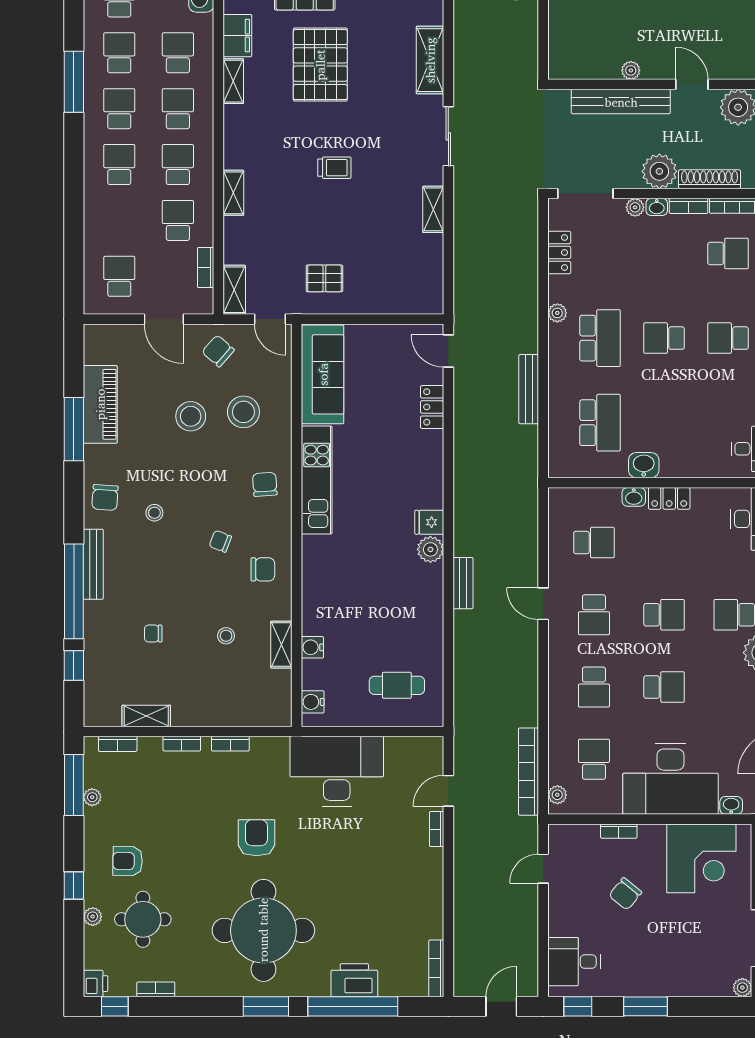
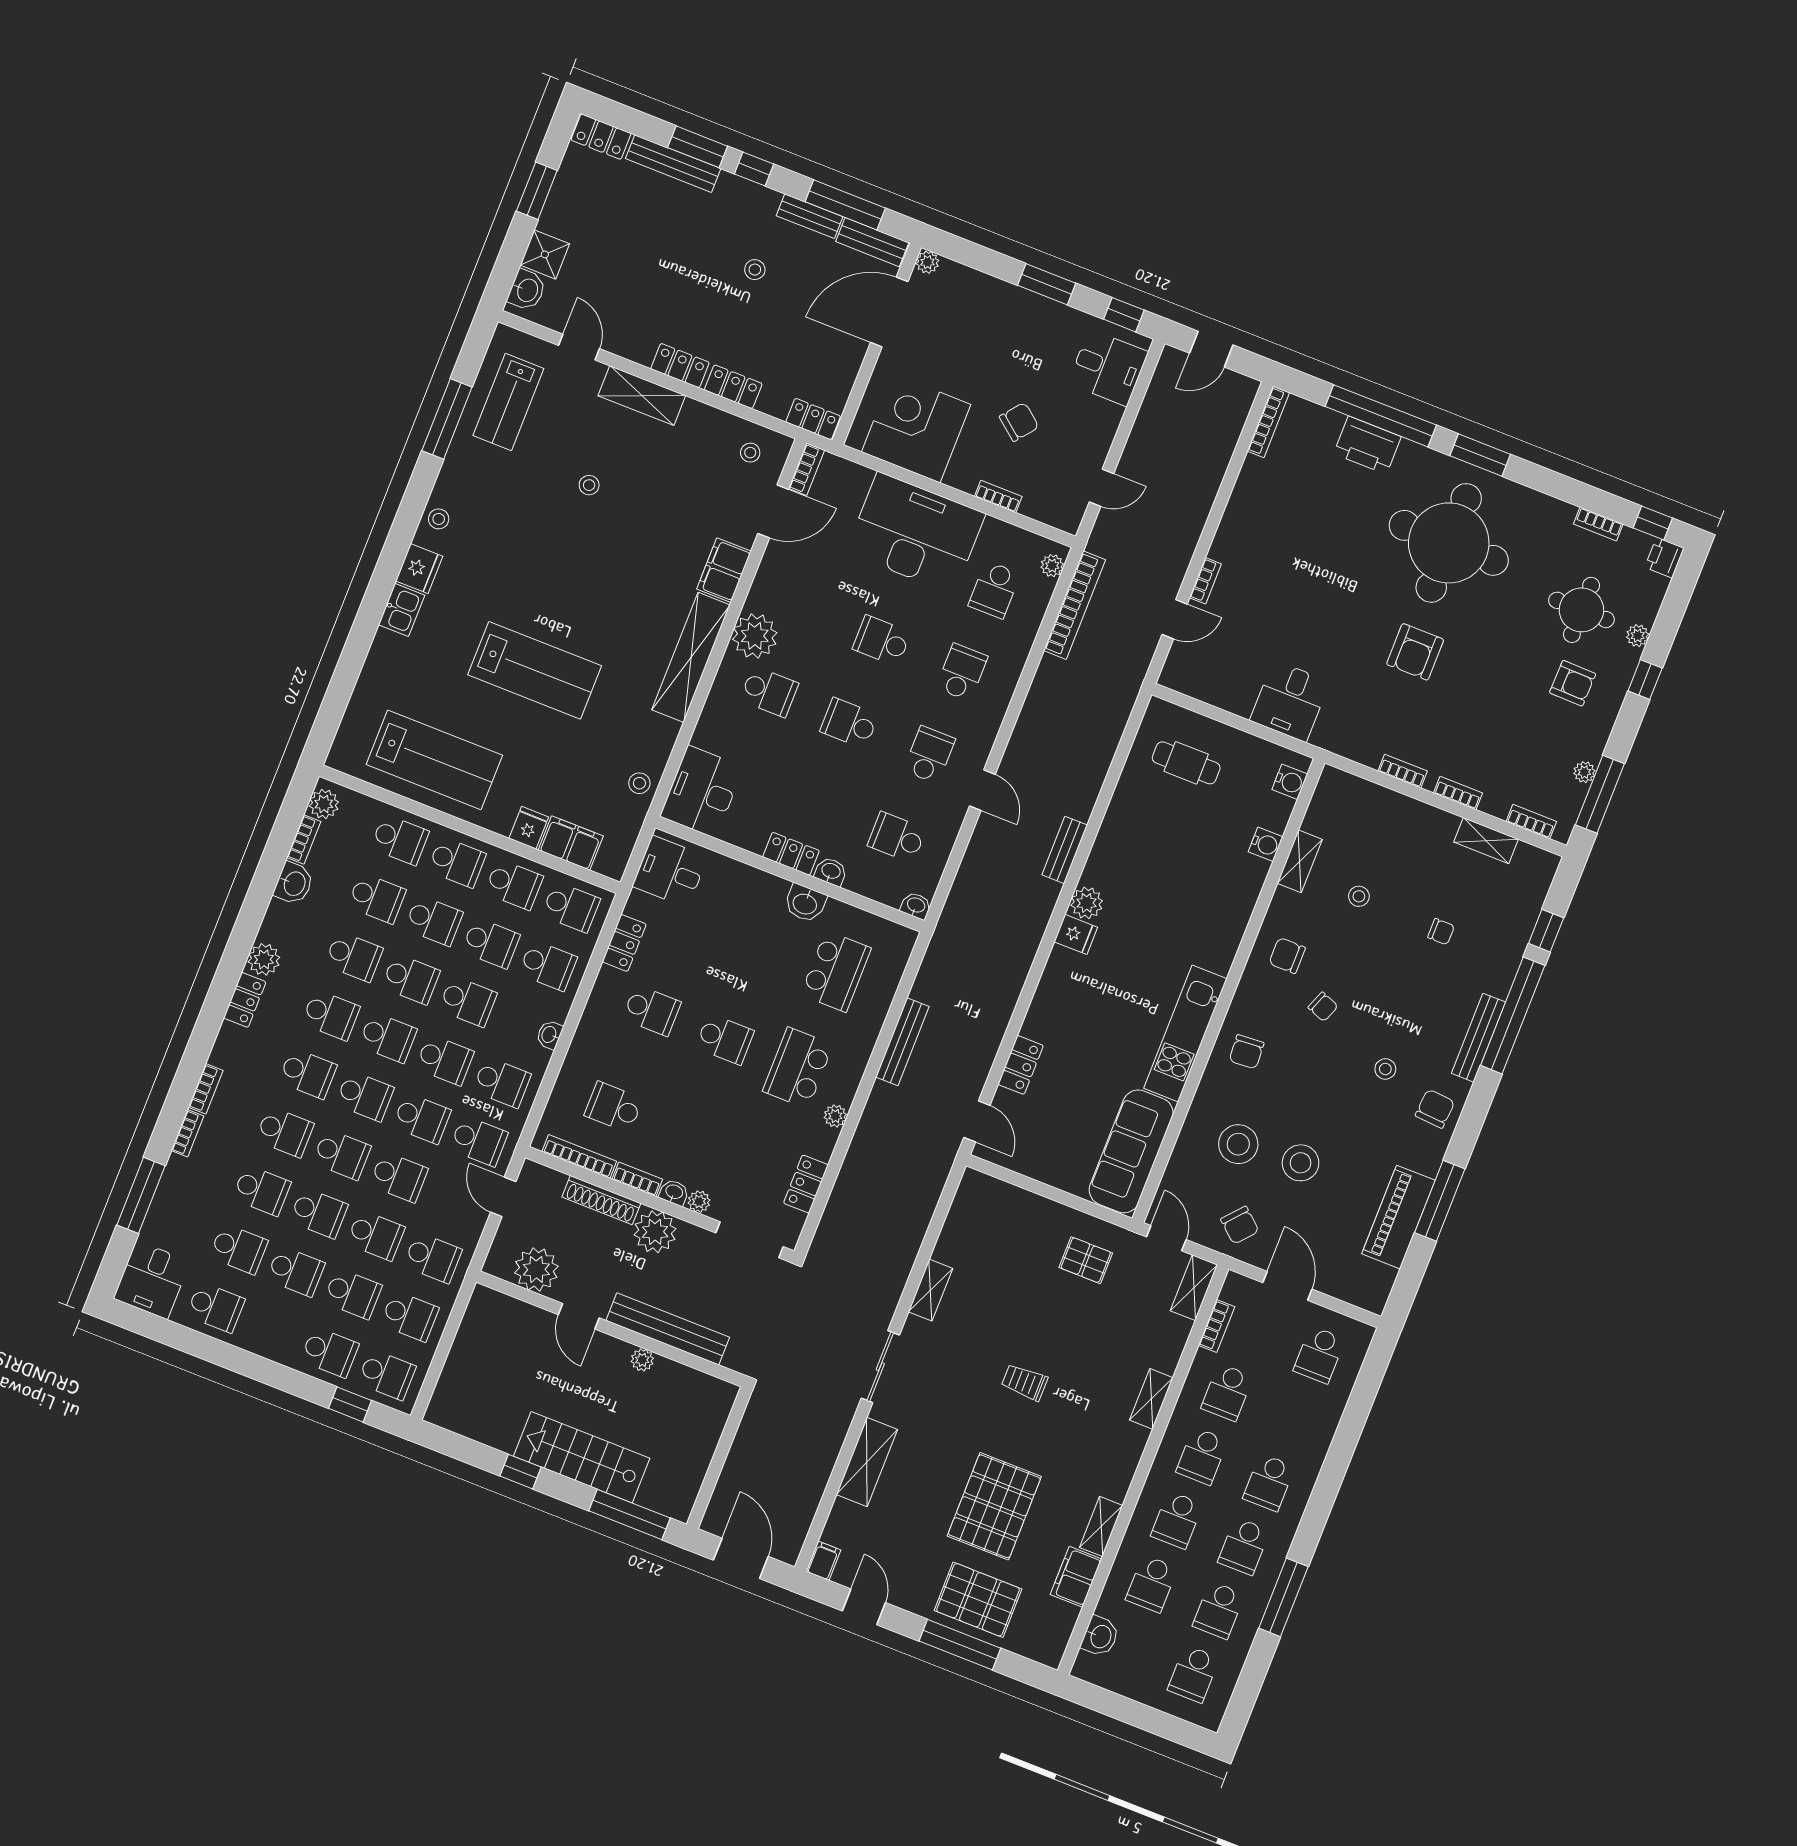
school desk: (600, 423) -> (836, 971), turned 180
desk: (337, 771) -> (1290, 701), width x0.53, depth x0.77
washbasin: (731, 805) -> (916, 906), moved, turned 180

